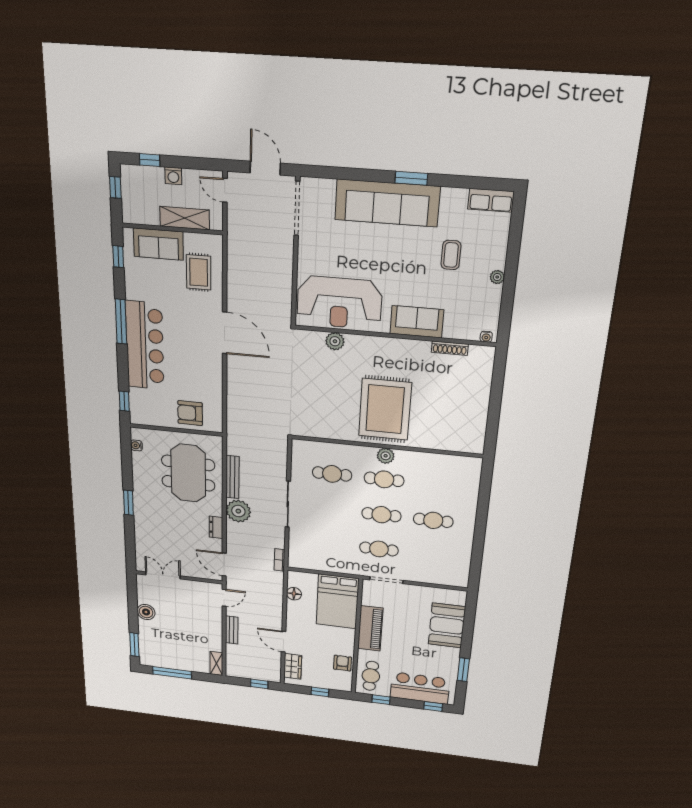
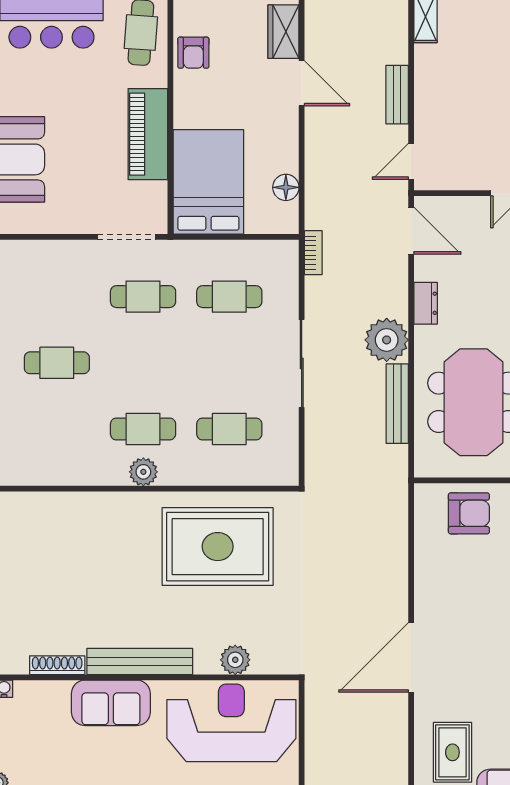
door: (225, 333) -> (411, 657), hinge flipped
bench: (396, 346) -> (140, 661), added
rug: (385, 409) -> (218, 547), moved, turned 90
cafe table: (381, 515) -> (229, 297), moved

